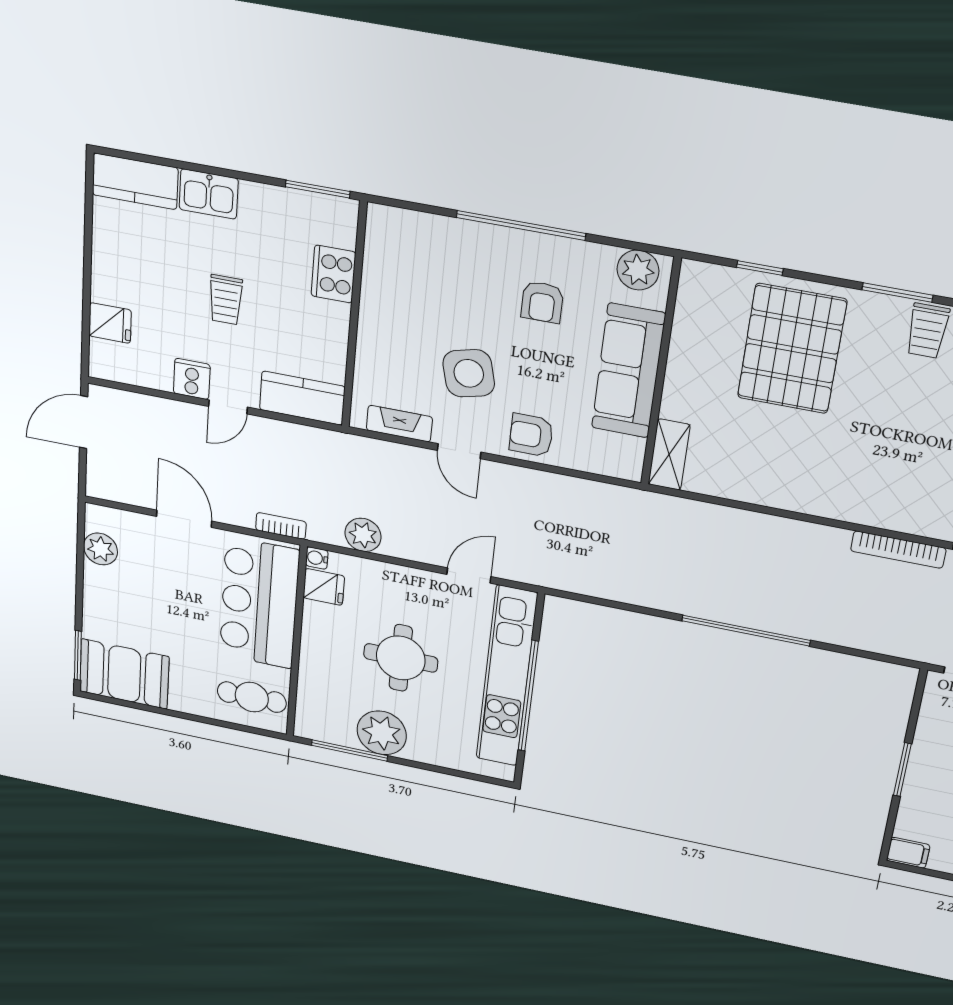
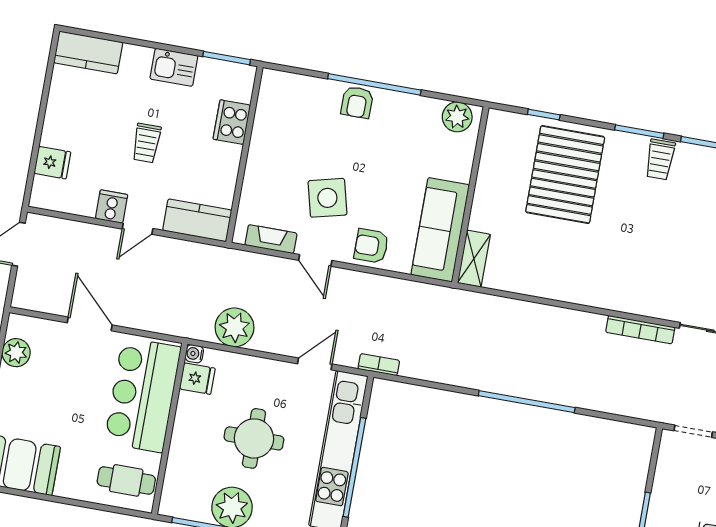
kitchen sink: (209, 194) -> (174, 67), moved
armchair: (542, 302) -> (357, 102), moved
sofa: (628, 371) -> (440, 230), moved
bookcase: (281, 526) -> (379, 365), moved
plant: (363, 535) -> (235, 327), width x1.36, depth x1.36

